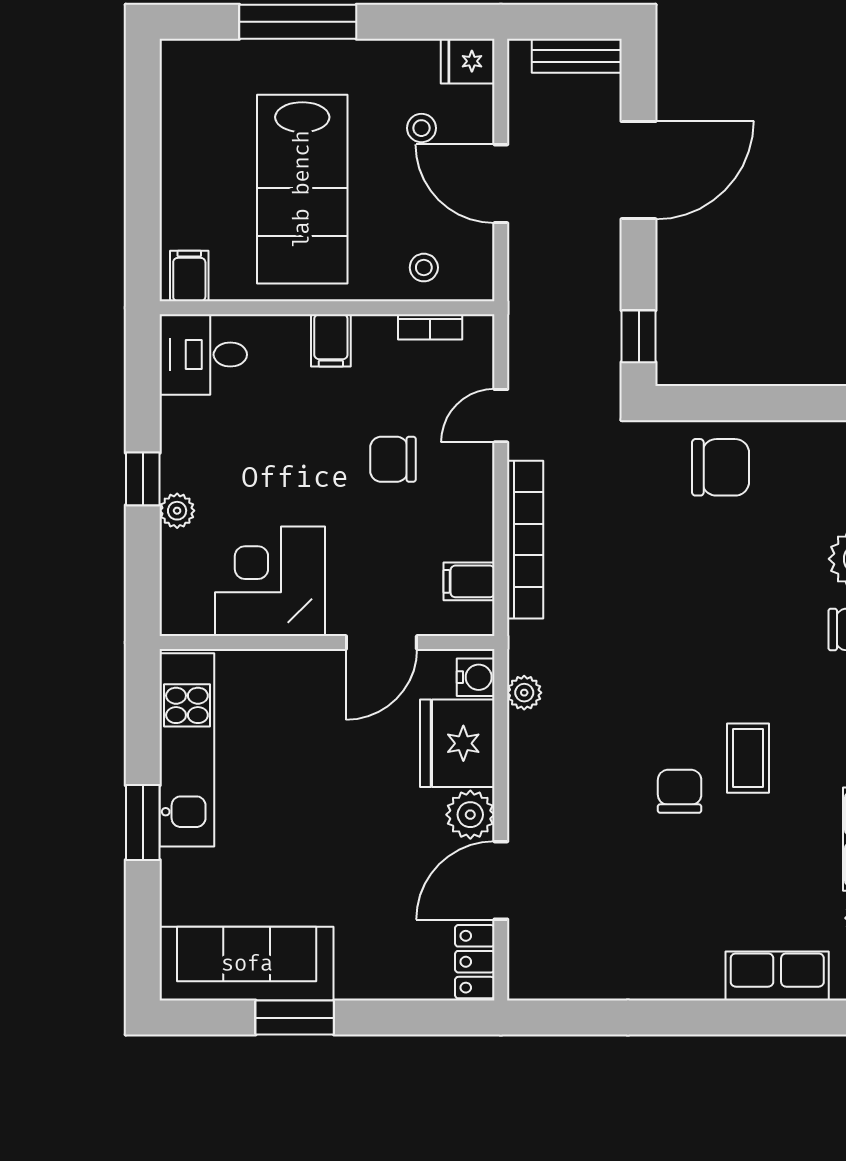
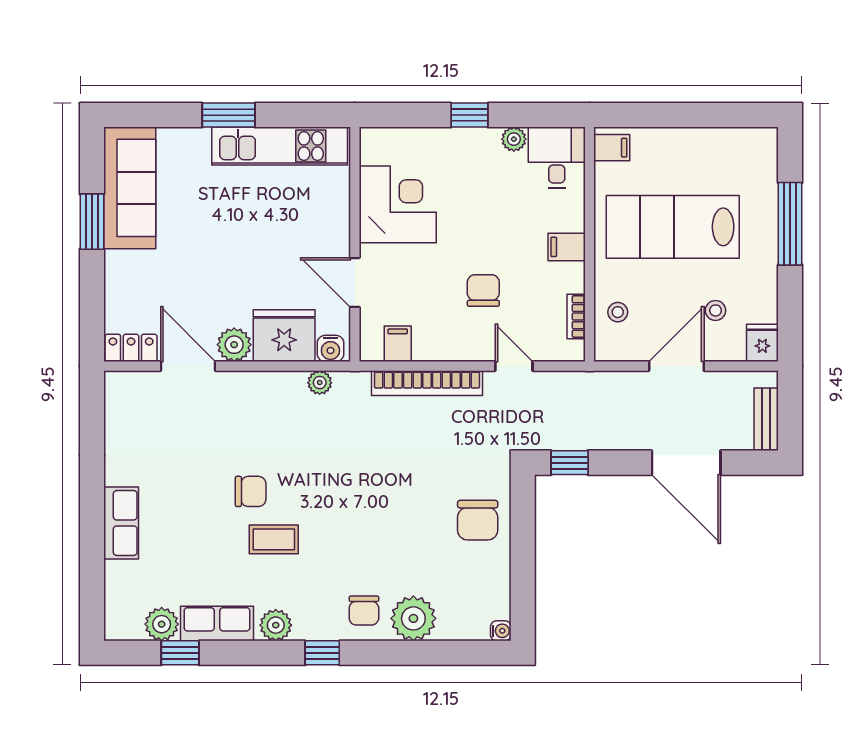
plant: (177, 511) -> (514, 139), moved
row of seats: (777, 976) -> (121, 523), moved

